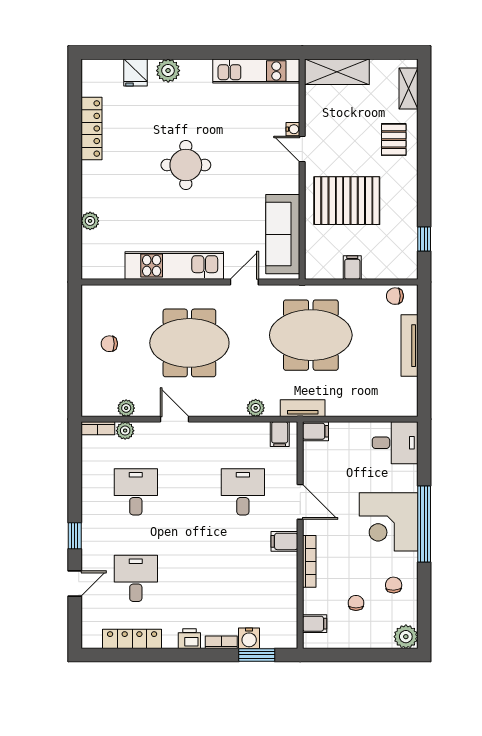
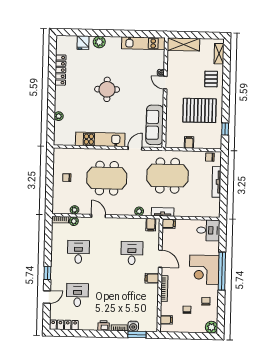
pallet: (347, 201) -> (200, 110), moved
locker: (132, 639) -> (64, 325), moved

